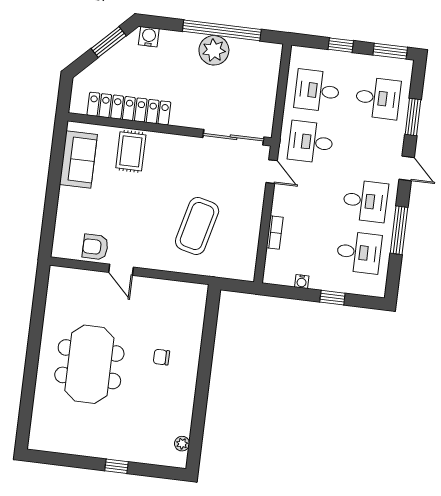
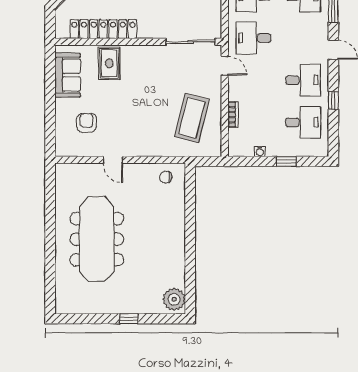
coffee table: (197, 226) -> (192, 118), moved
window: (399, 230) -> (333, 100), width x0.46
armchair: (95, 247) -> (87, 123), moved, turned 90
chair: (161, 357) -> (166, 177), moved
meeting table: (89, 364) -> (97, 239), width x1.36
plant: (182, 444) -> (174, 299), width x1.88, depth x1.88

